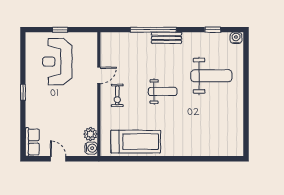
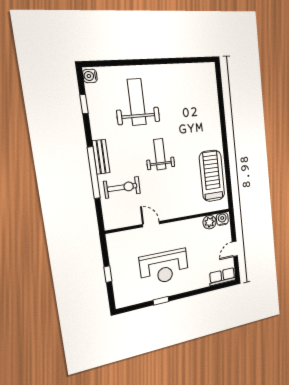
reception desk: (57, 62) -> (164, 267), moved
window: (23, 92) -> (161, 301), moved
exercise bike: (117, 95) -> (122, 187), moved, width x1.38, depth x1.39

